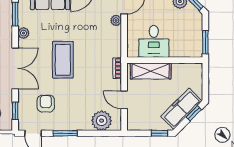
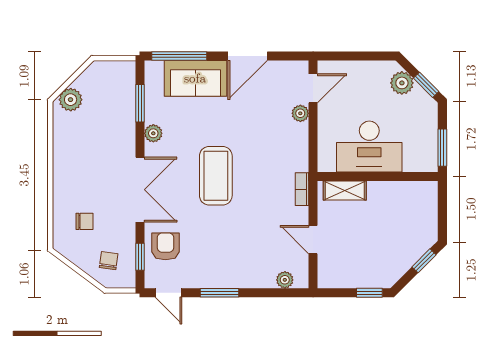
desk: (154, 41) -> (369, 147), width x1.37
shelving: (151, 71) -> (345, 191), width x0.67, depth x0.75
armchair: (46, 104) -> (165, 246), moved
freezer: (181, 109) -> (404, 253), removed
plant: (102, 121) -> (285, 280), width x0.53, depth x0.53

